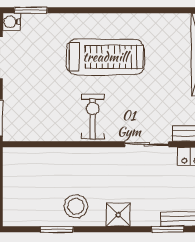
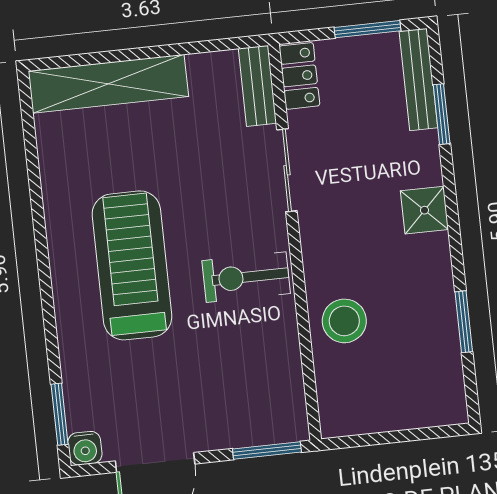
stool: (76, 206) -> (344, 321), moved

